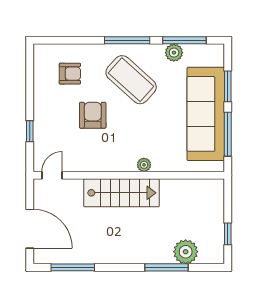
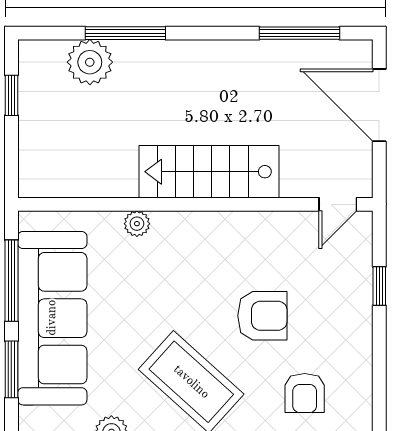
armchair: (70, 74) -> (305, 393), turned -90
armchair: (93, 115) -> (262, 316), turned -90
plant: (144, 165) -> (137, 224), moved

